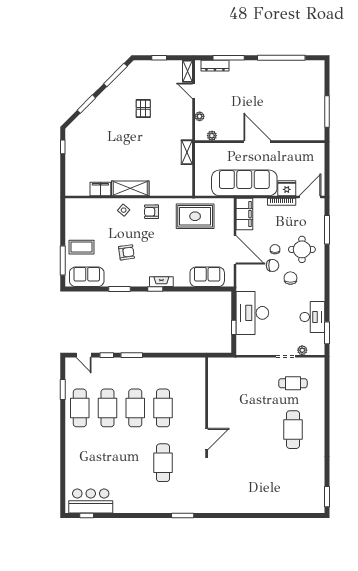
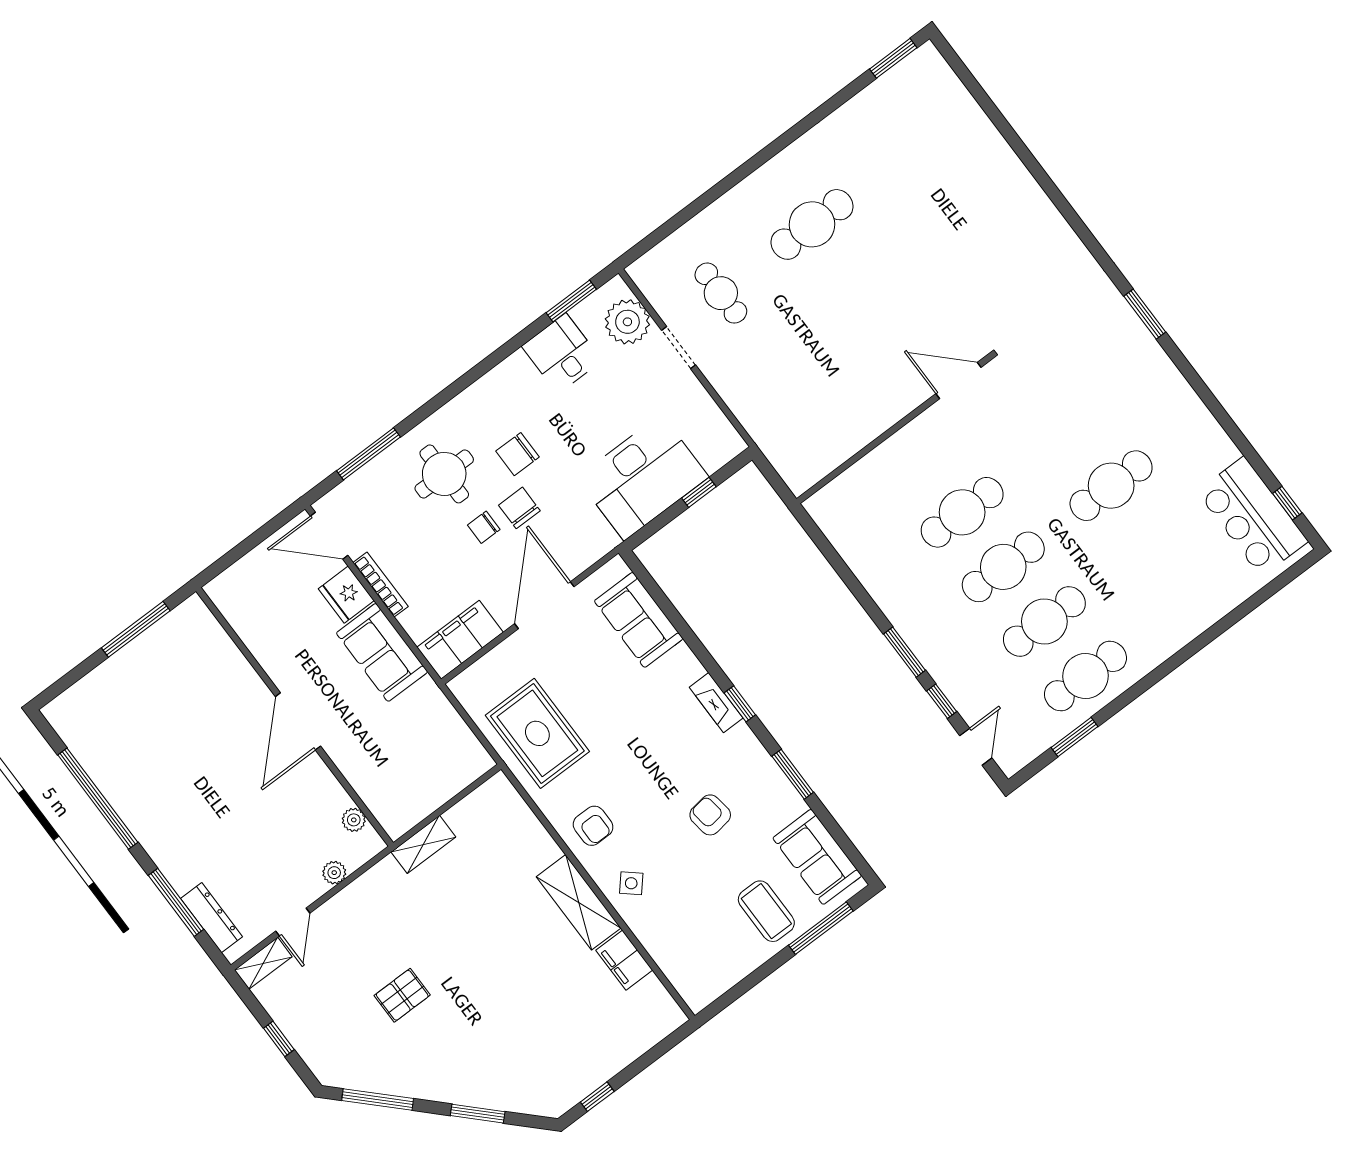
sofa: (244, 183) -> (382, 652), width x0.54, depth x0.79
desk: (312, 317) -> (562, 353), width x0.73
plant: (302, 350) -> (627, 322), width x1.87, depth x1.87
cafe table: (163, 463) -> (1111, 486), moved

